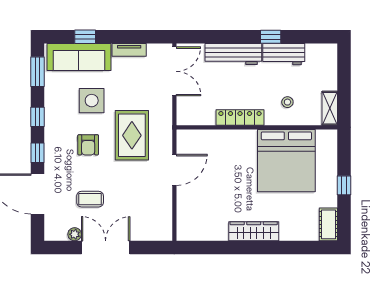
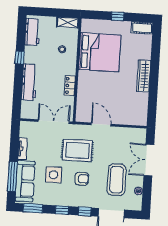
window: (85, 37) -> (12, 176), width x2.17
workbench: (284, 54) -> (32, 32), moved
double door: (174, 71) -> (54, 122), moved
locker: (240, 117) -> (70, 86), width x0.66
coffee table: (90, 199) -> (117, 180), width x1.86, depth x1.72
double door: (106, 248) -> (149, 160), moved

